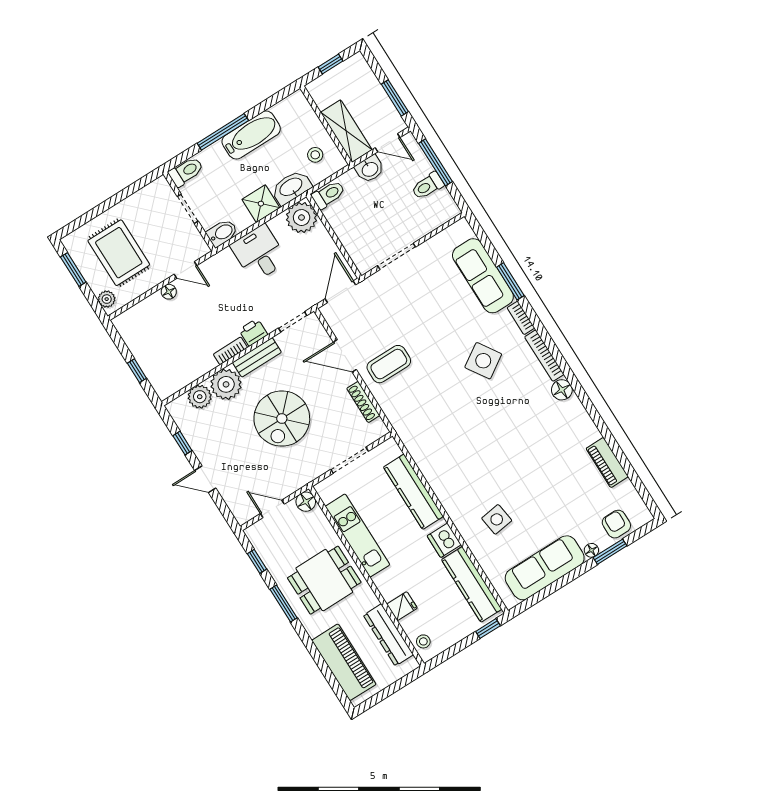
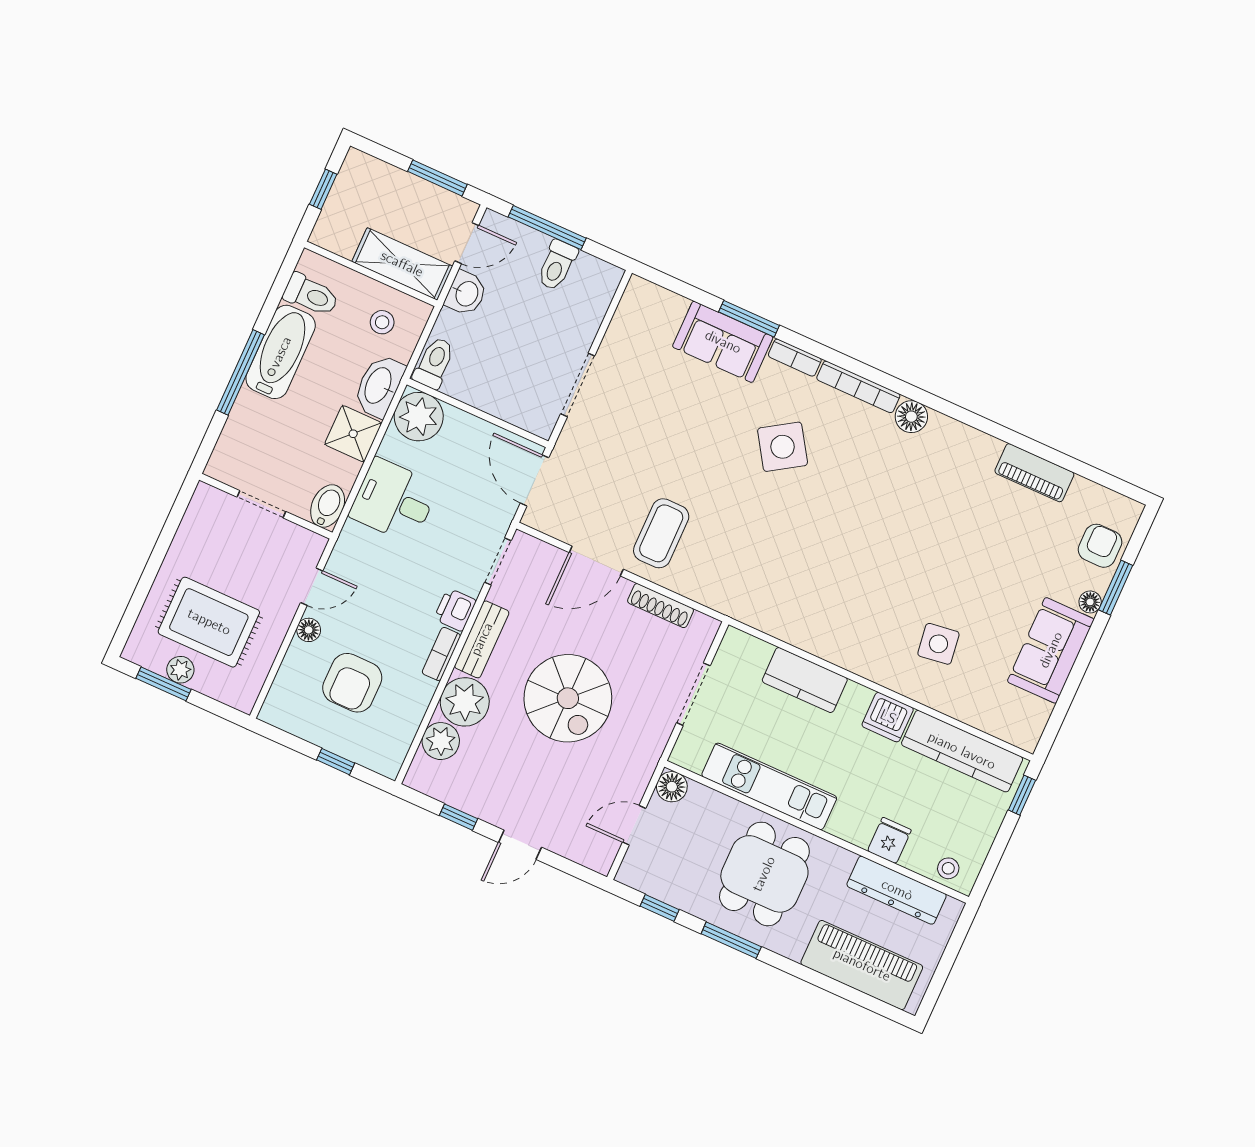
toilet: (186, 172) -> (311, 295), moved, turned 90
sofa: (483, 276) -> (723, 342), width x0.73
plant: (107, 299) -> (180, 670), moved
armchair: (173, 335) -> (352, 683), added
kitchen counter: (413, 492) -> (805, 680), width x0.67
armchair: (616, 524) -> (1100, 546), turned 90
sofa: (545, 568) -> (1051, 650), width x0.73

